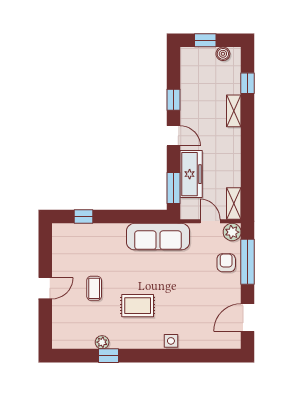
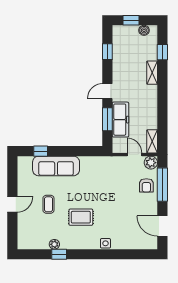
window: (173, 100) -> (107, 52), moved
door: (173, 136) -> (107, 91), swing flipped
window: (173, 188) -> (107, 119), moved
sofa: (158, 237) -> (56, 166), moved
armchair: (226, 263) -> (146, 185), turned 180
door: (248, 318) -> (162, 226), hinge flipped

